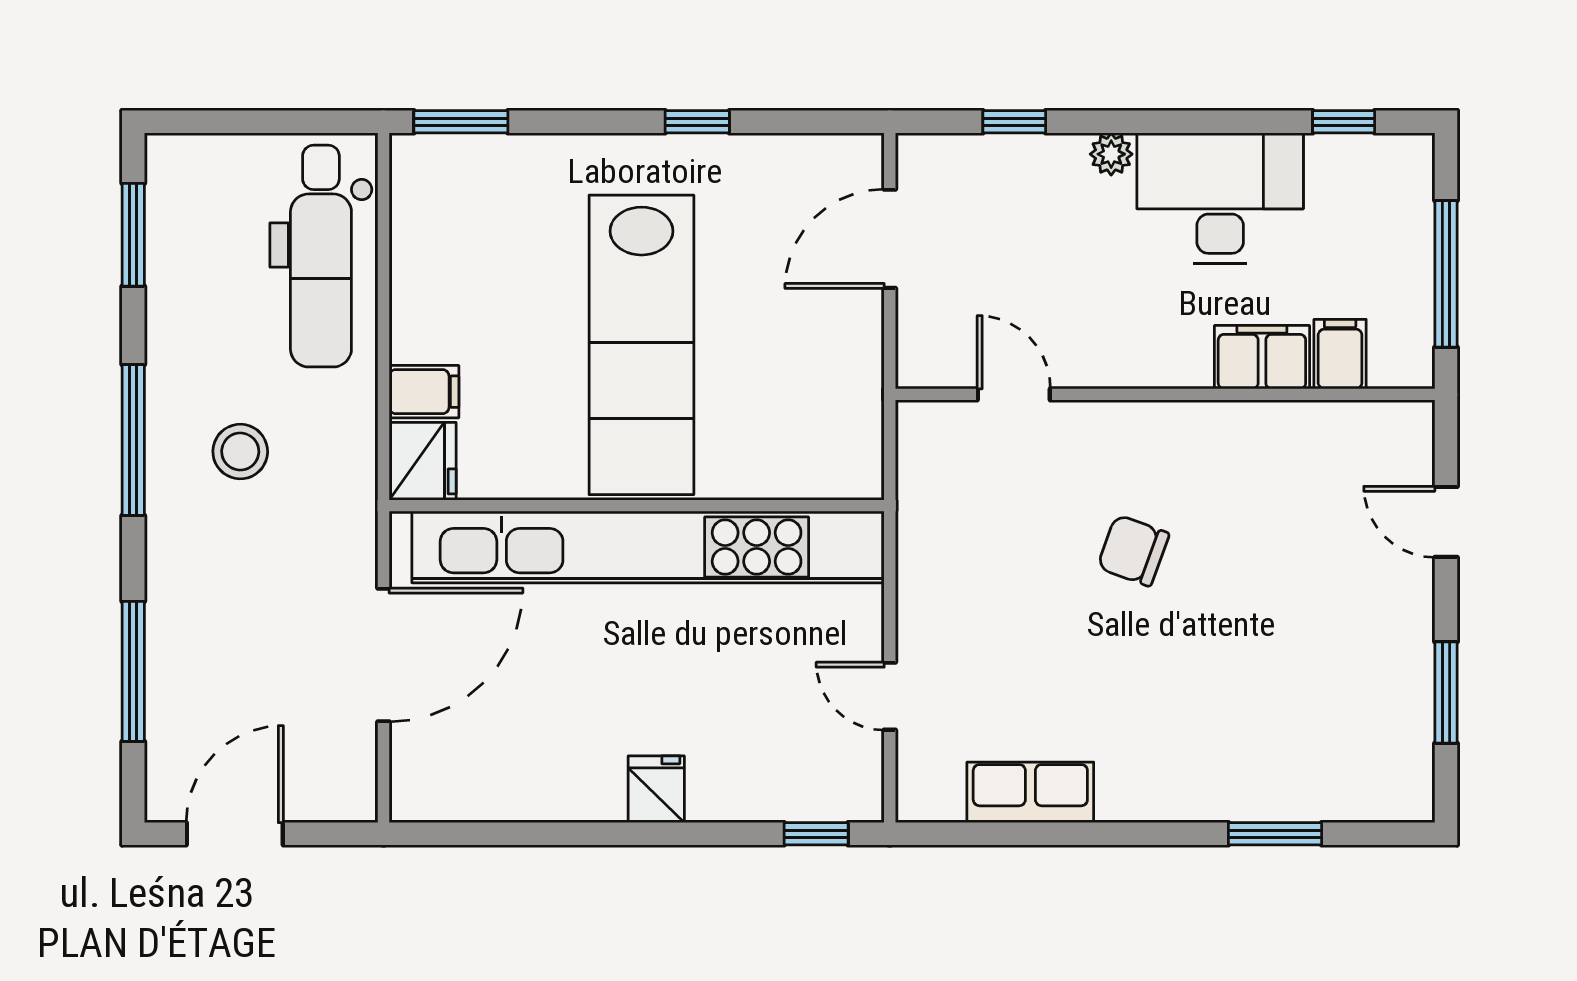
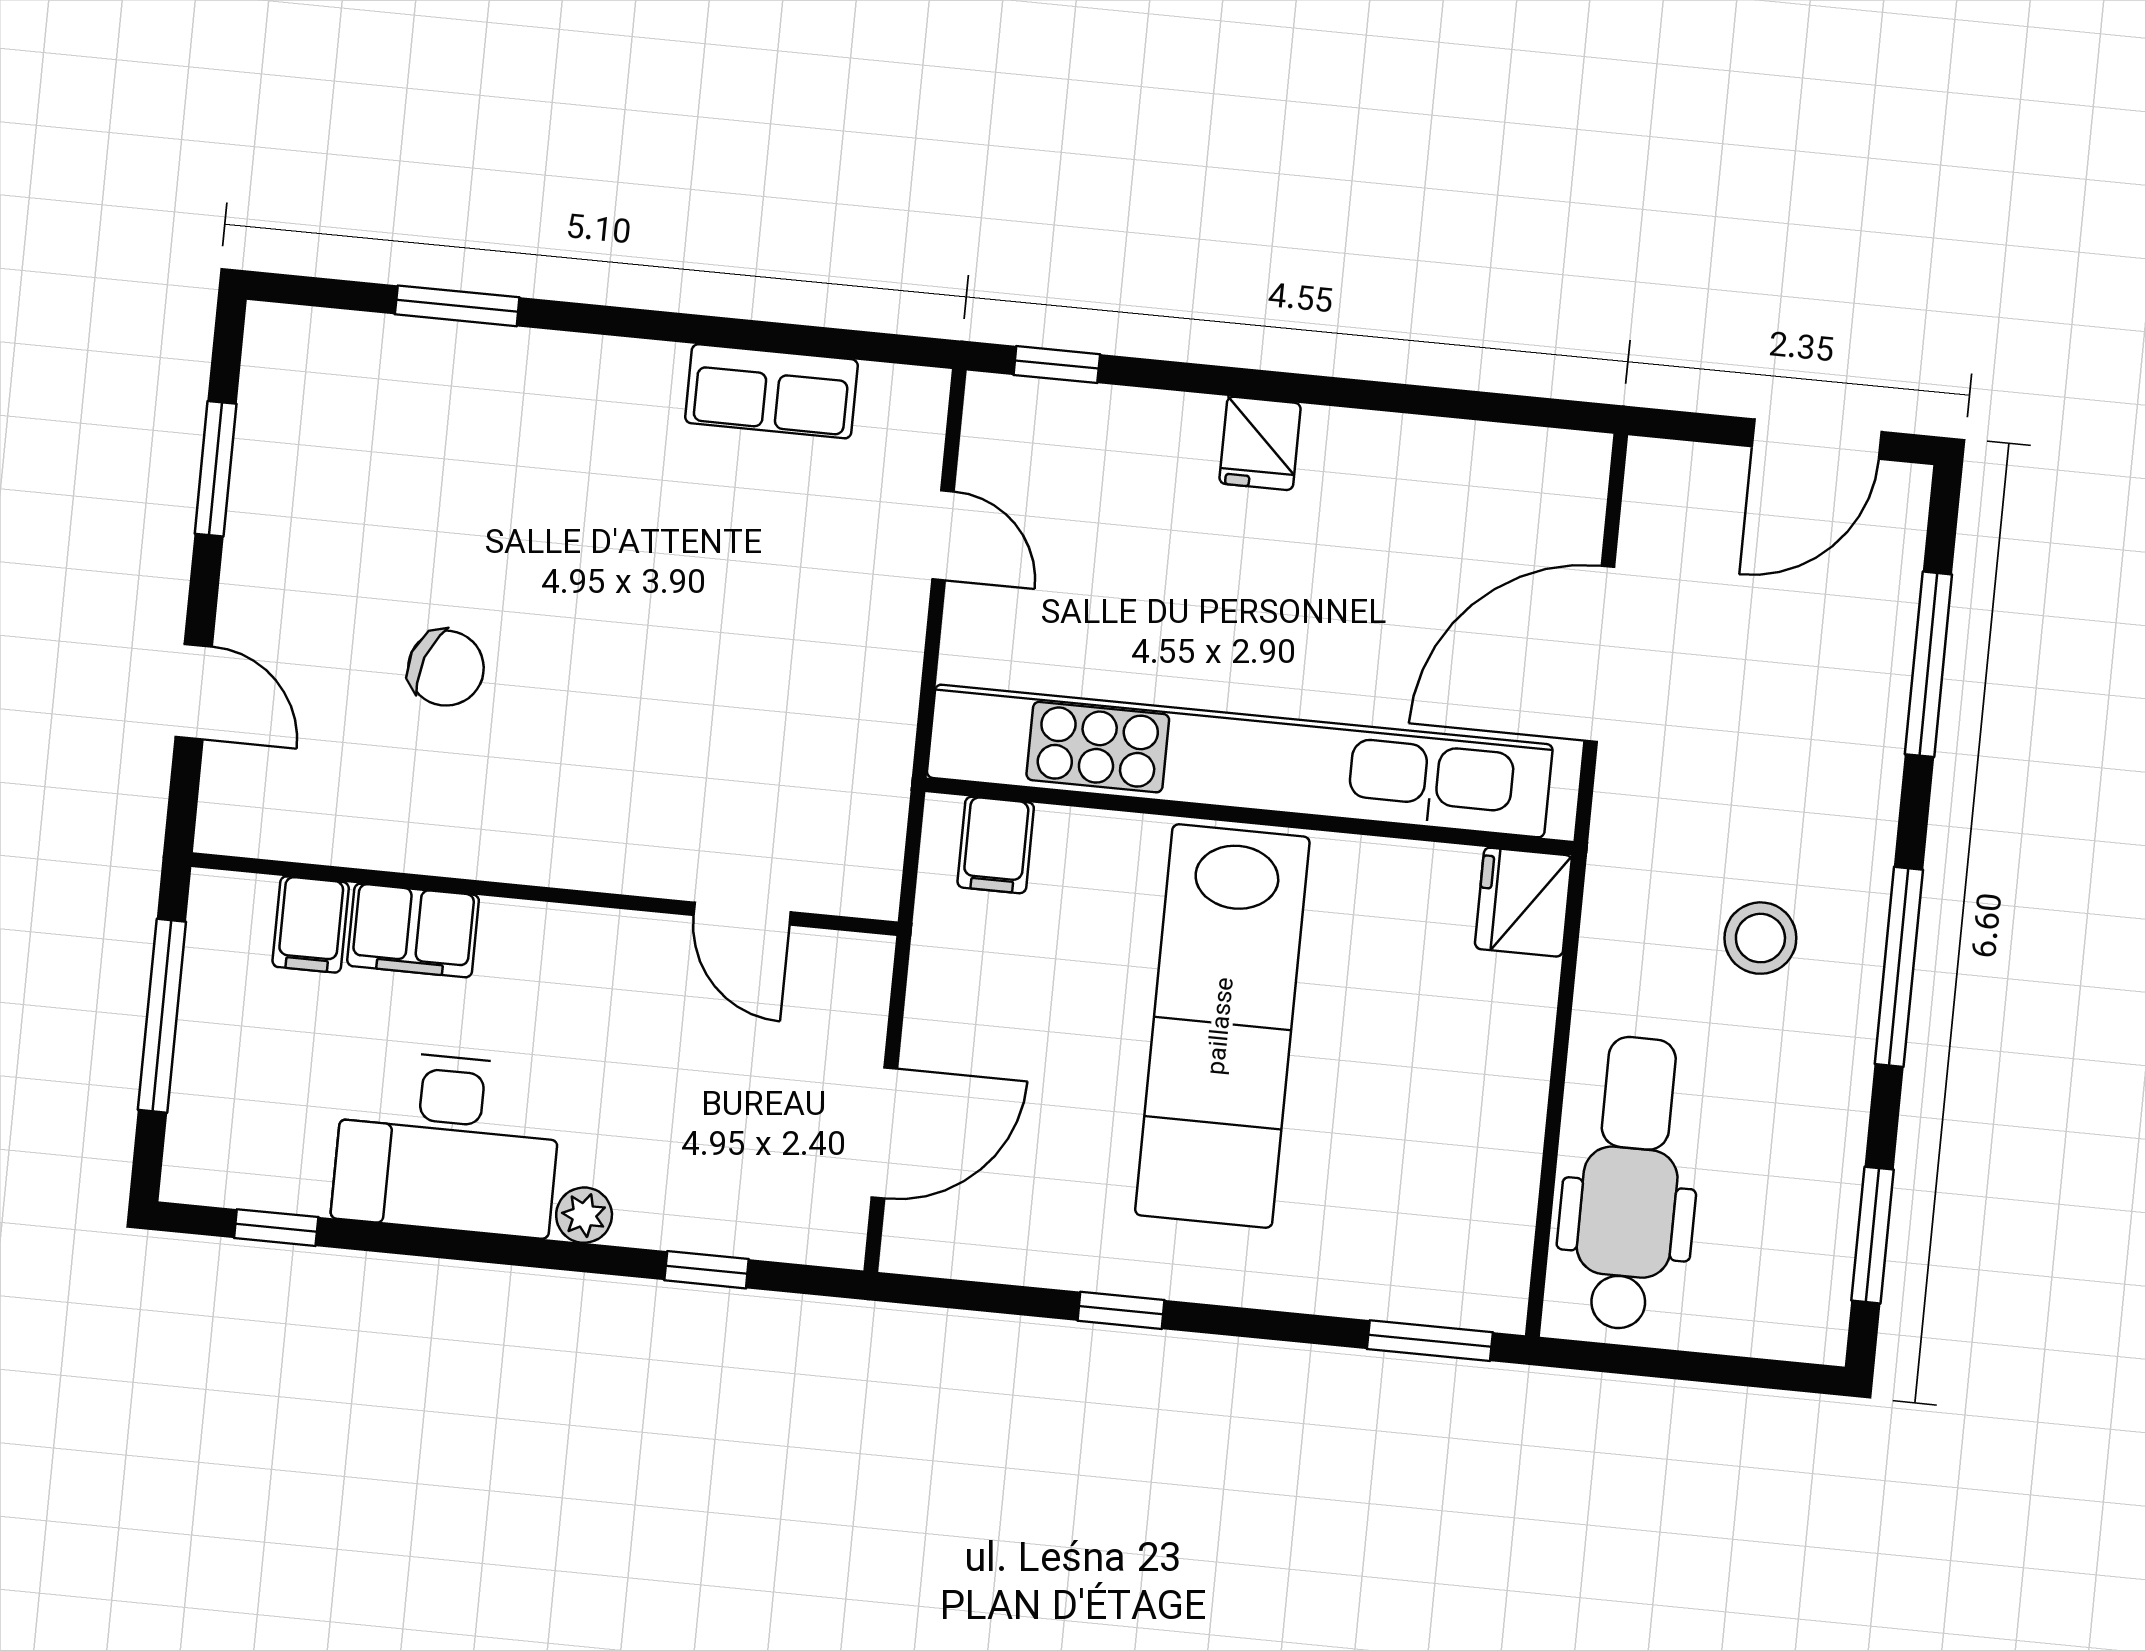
lab bench: (641, 345) -> (1222, 1026), turned 180
filing cabinet: (424, 392) -> (996, 845), moved, turned -90
chair: (1133, 550) -> (446, 668), moved

